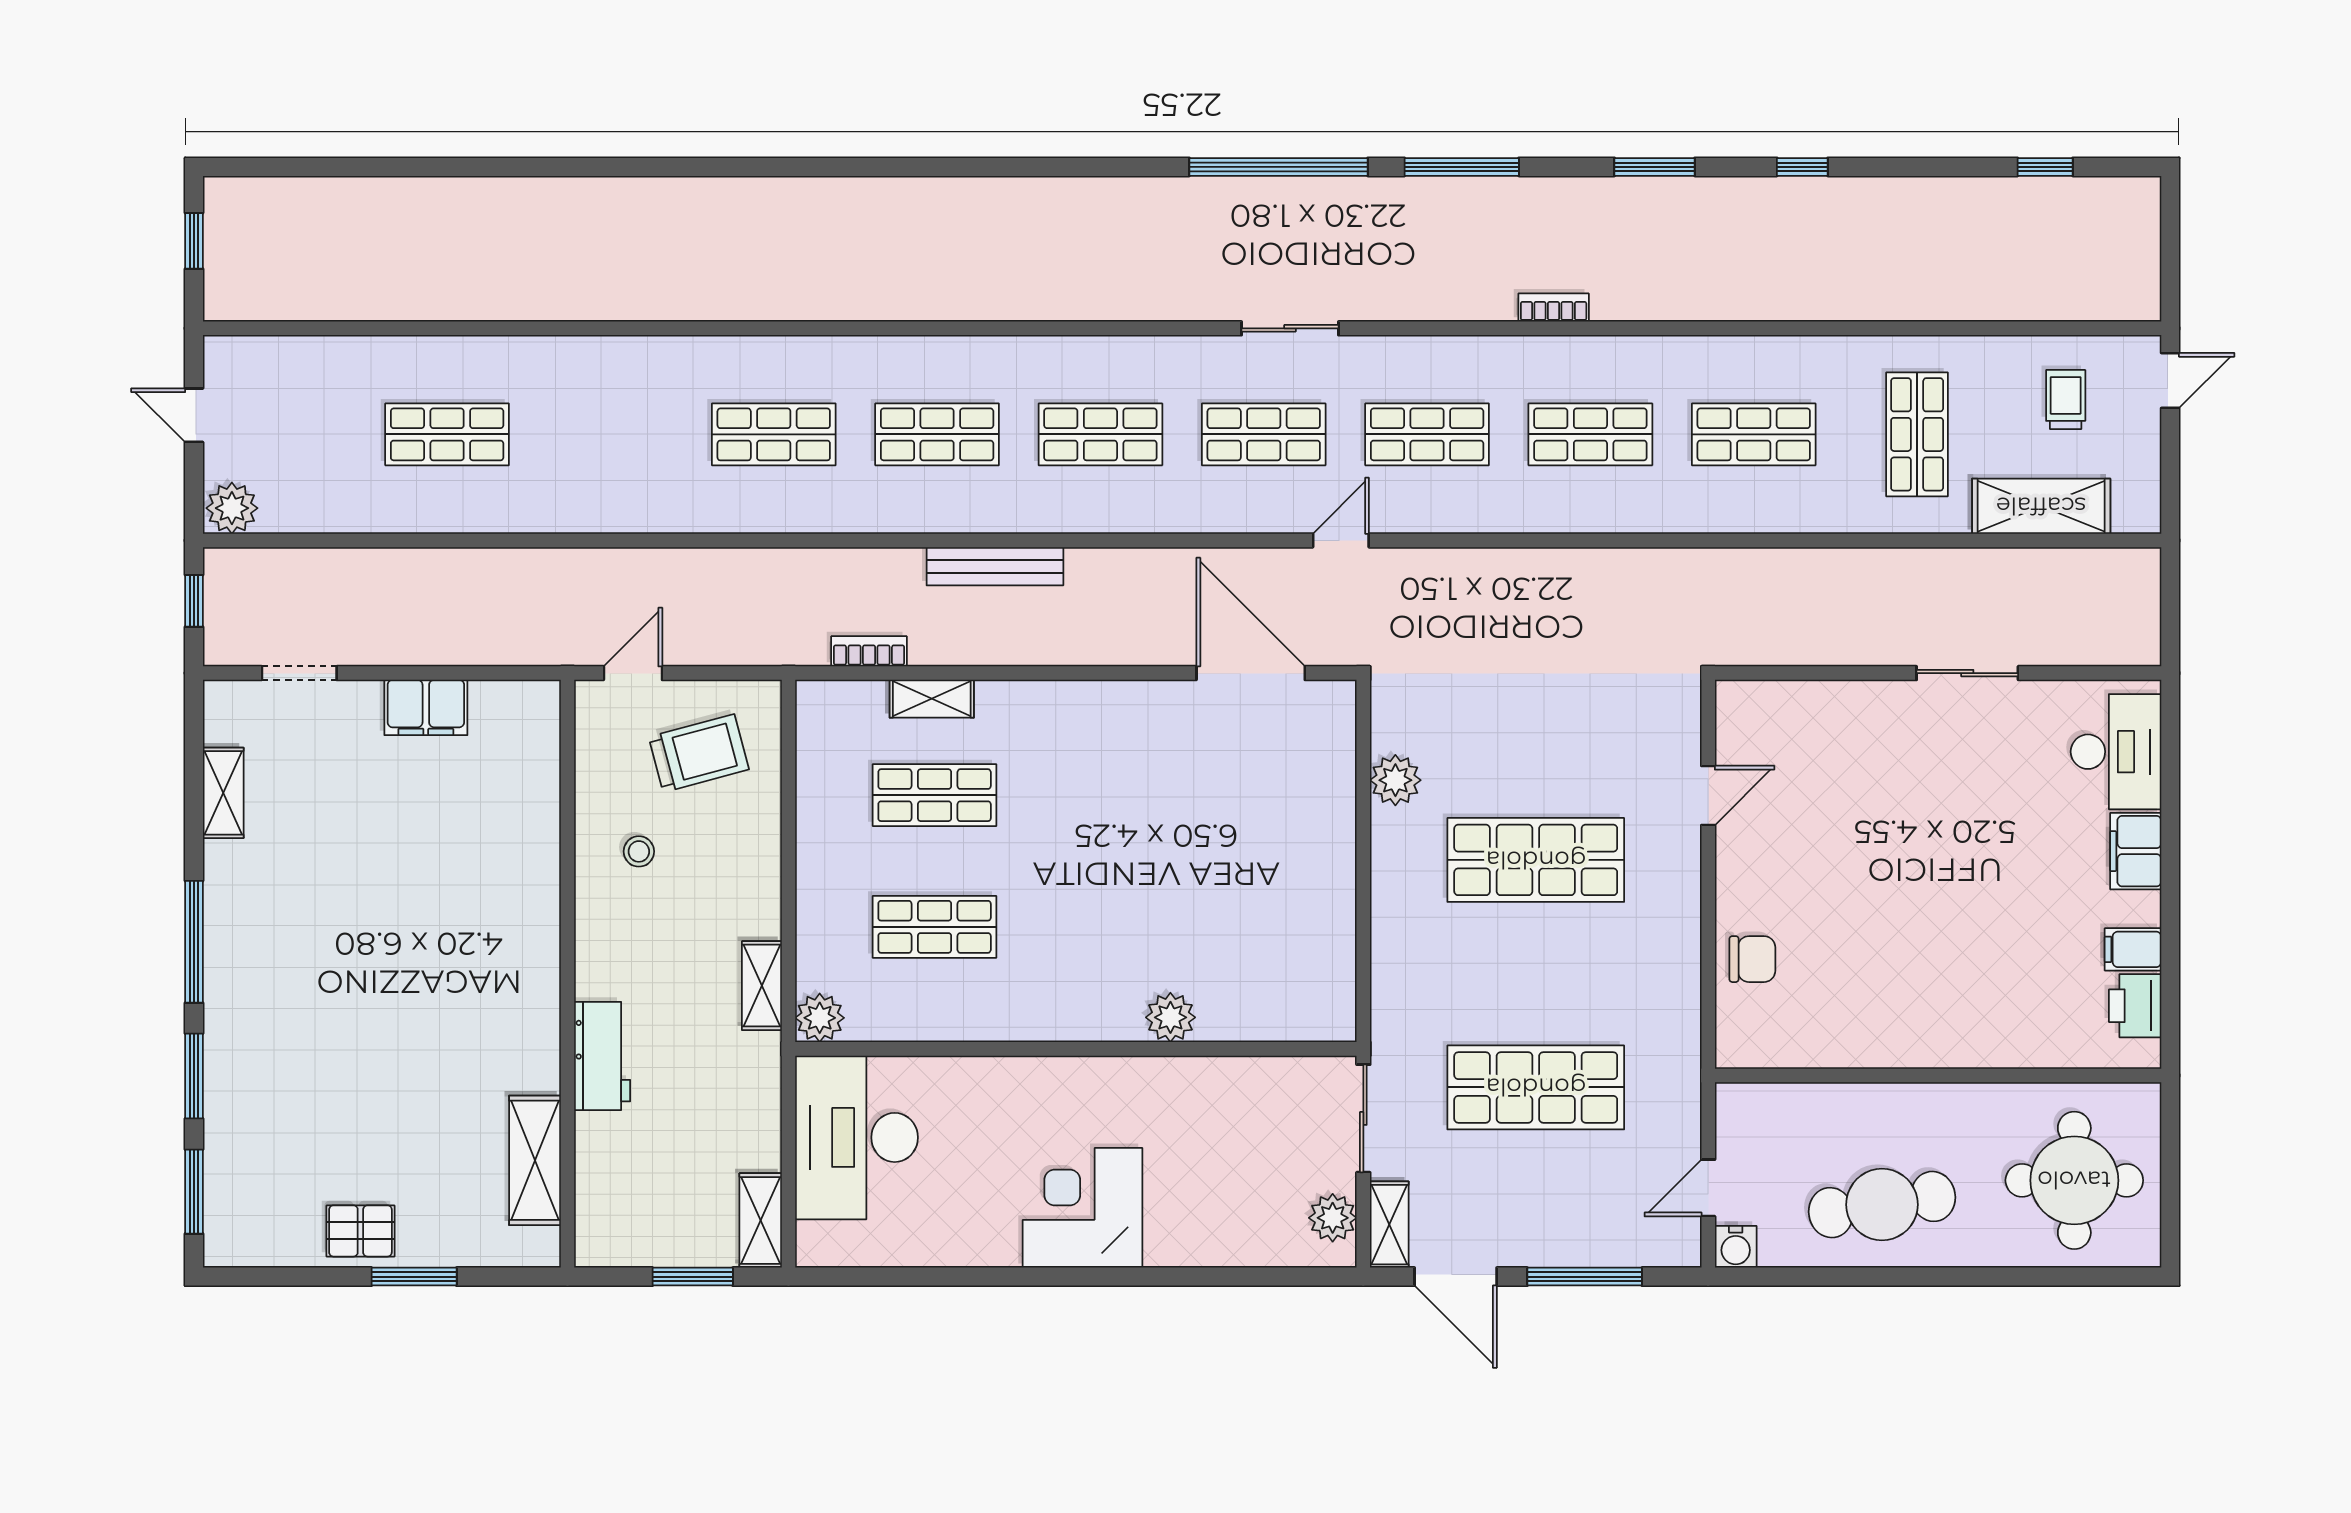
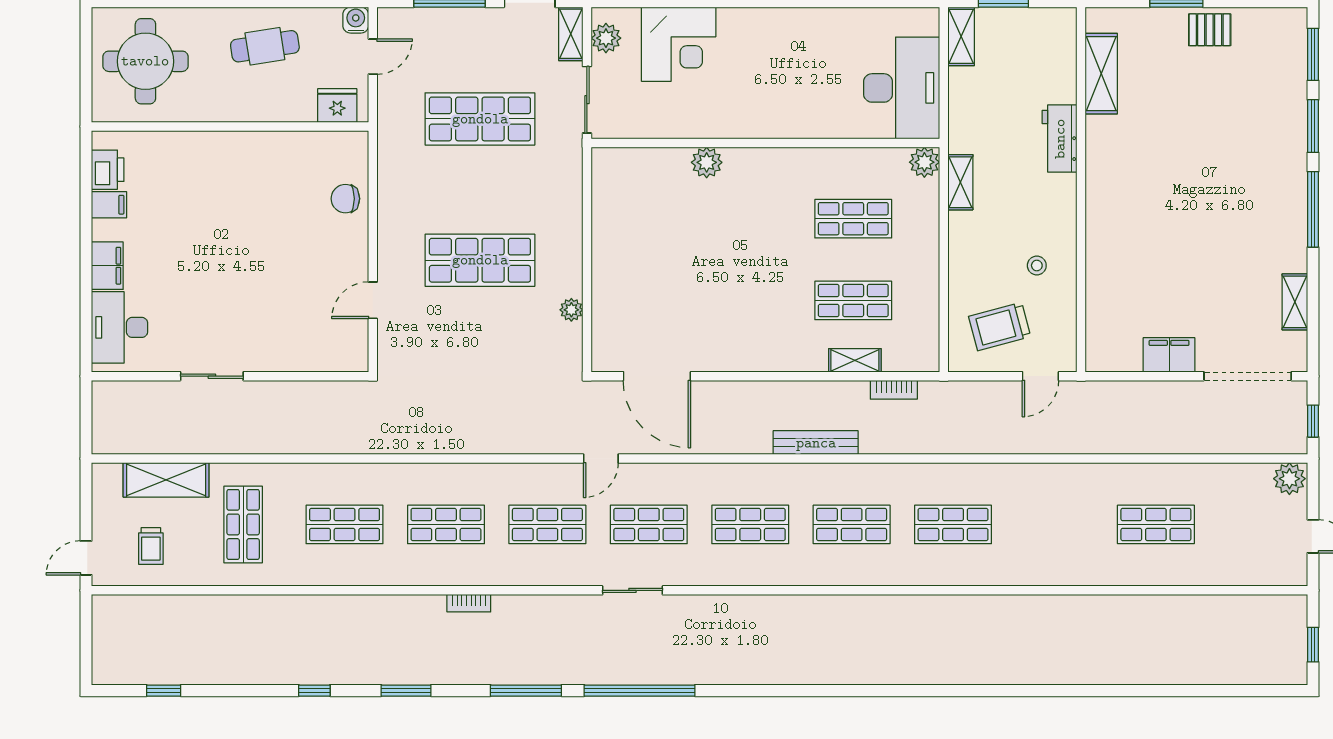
doorway: (299, 673) -> (1248, 376), width x1.88
plant: (1395, 780) -> (571, 310), width x0.73, depth x0.73
fridge: (1765, 1109) -> (337, 105), added
cafe table: (1882, 1205) -> (265, 46), width x0.73, depth x0.74
corner desk: (1083, 1208) -> (679, 44), moved

